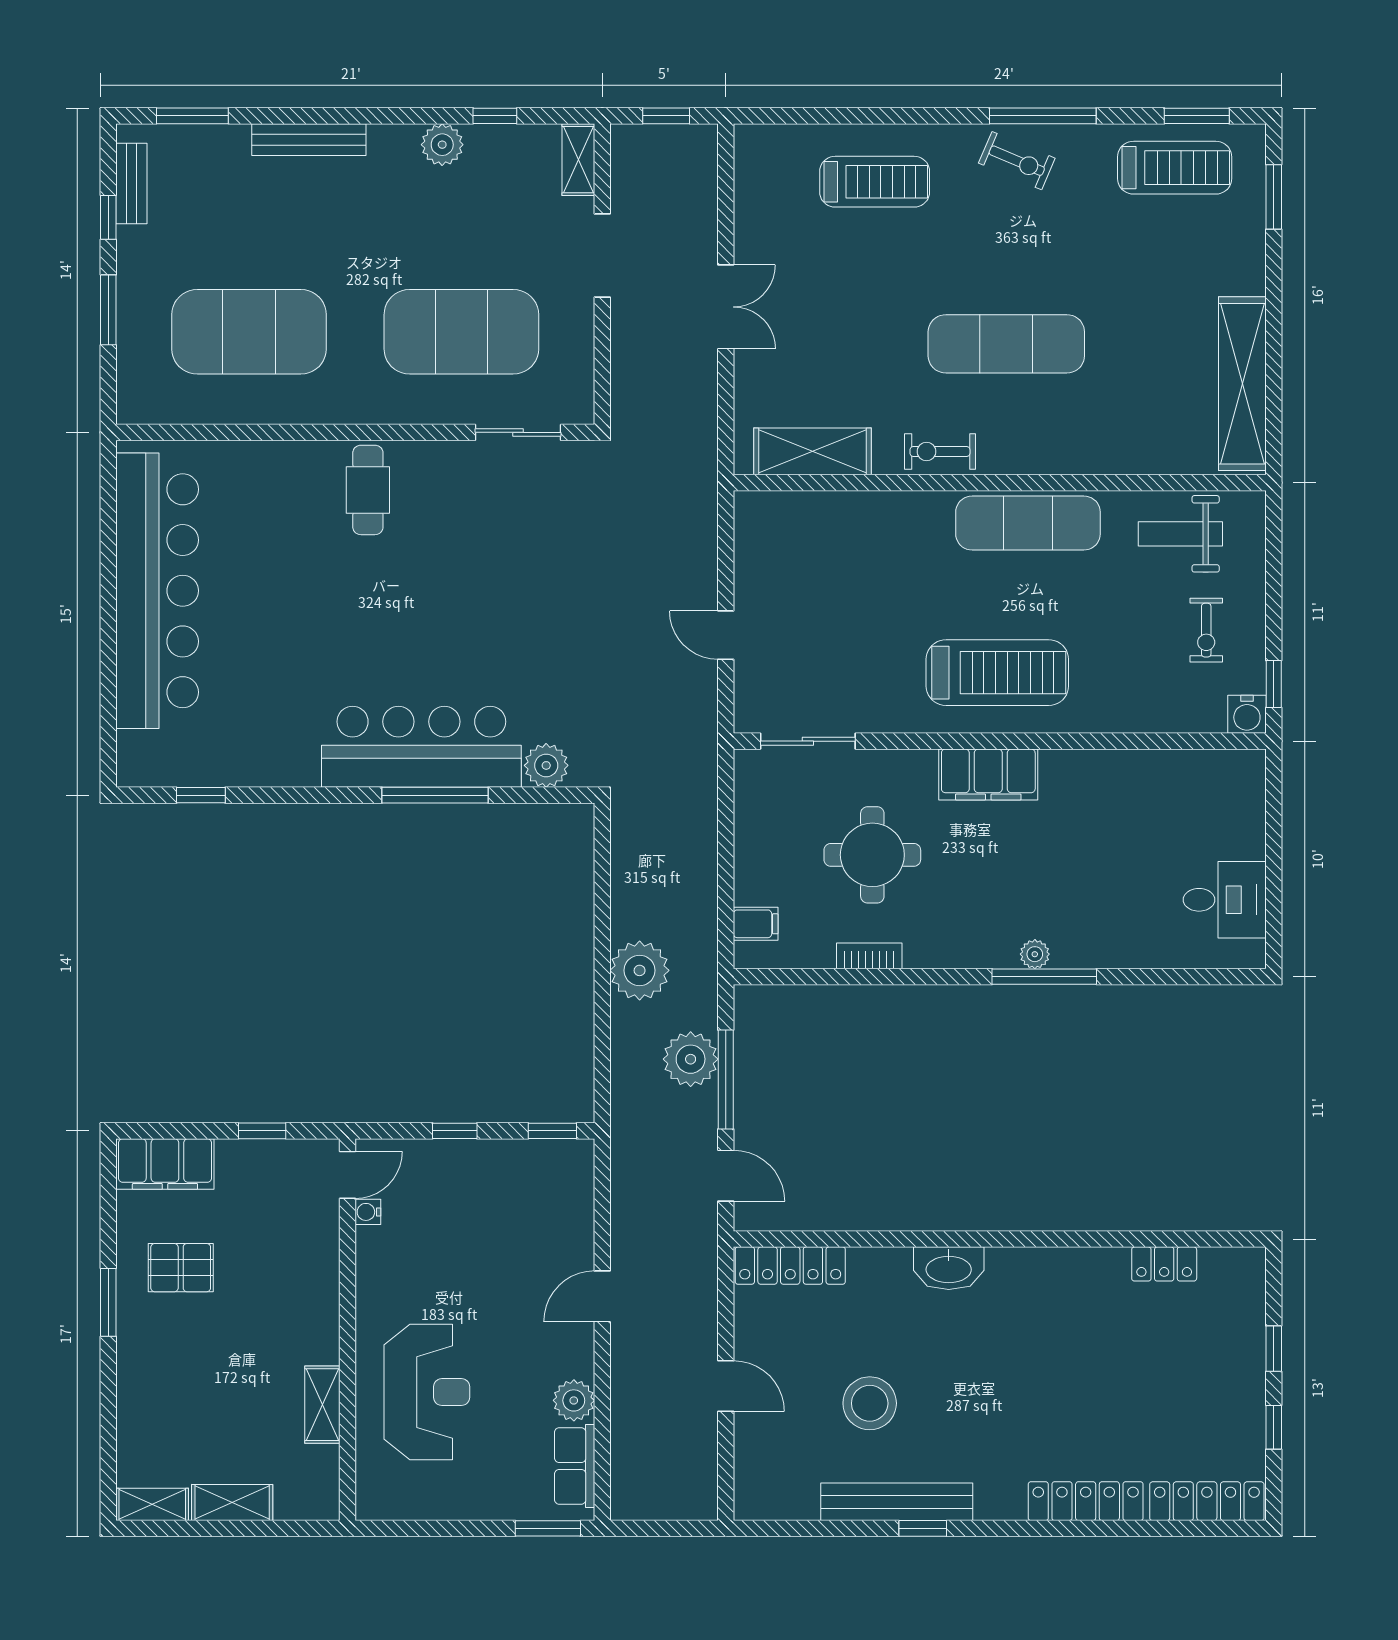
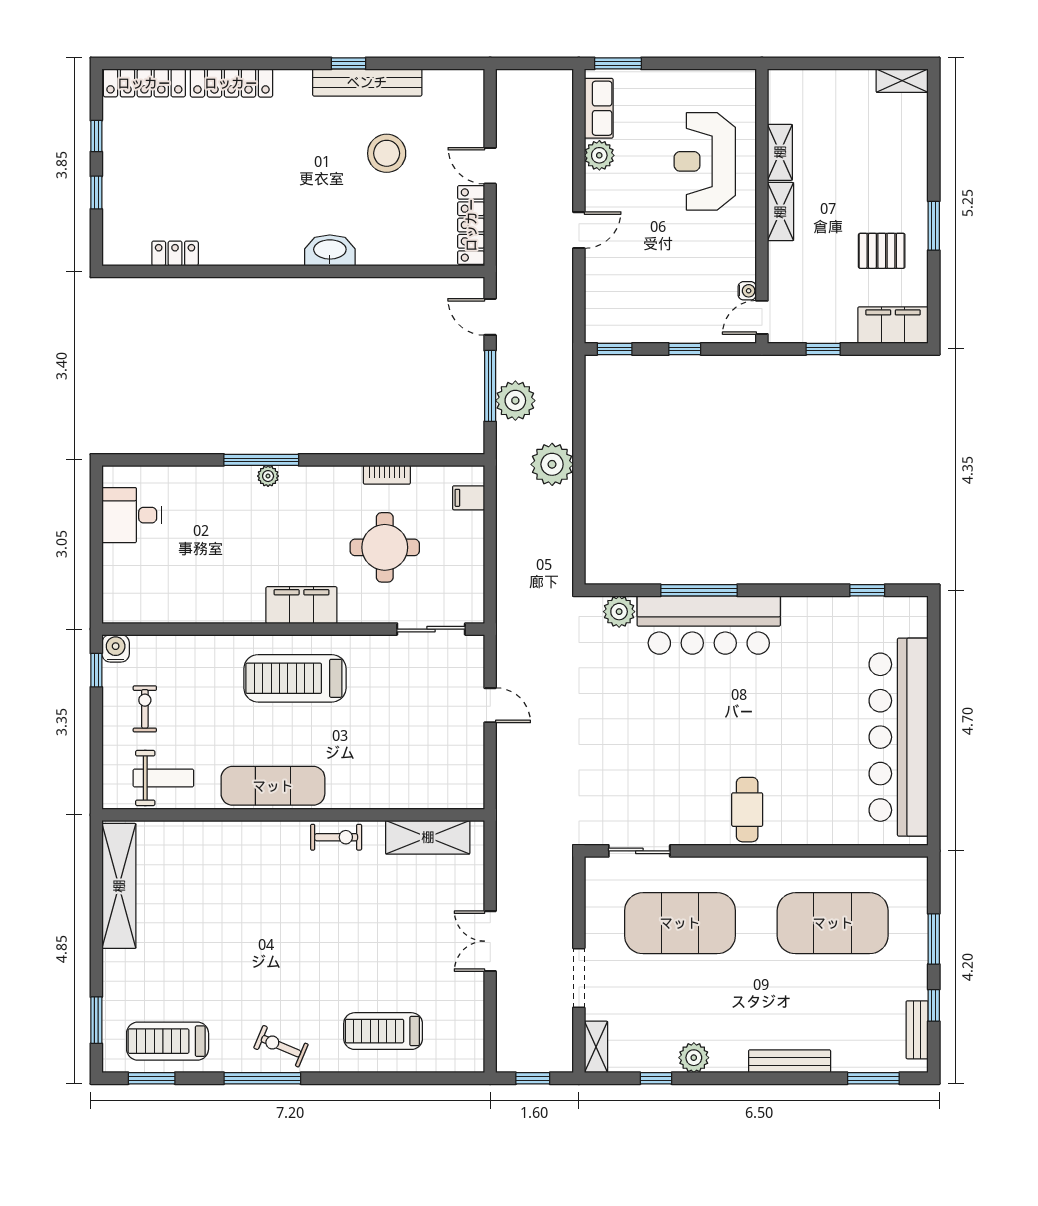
exercise mat: (1006, 344) -> (288, 915), removed
locker: (790, 1266) -> (471, 225), moved, turned -90
shelving: (232, 1503) -> (780, 212), moved, turned 90

